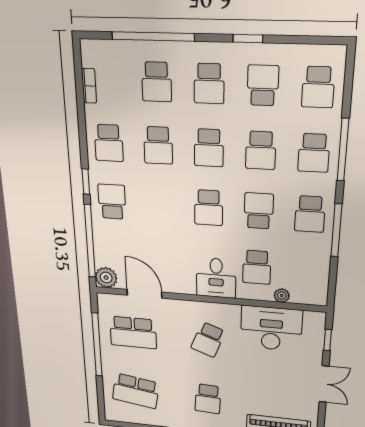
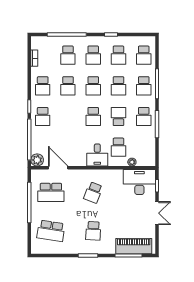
school desk: (263, 85) -> (118, 55), turned 180
school desk: (112, 202) -> (43, 117), turned 180
desk: (271, 328) -> (139, 182), moved

